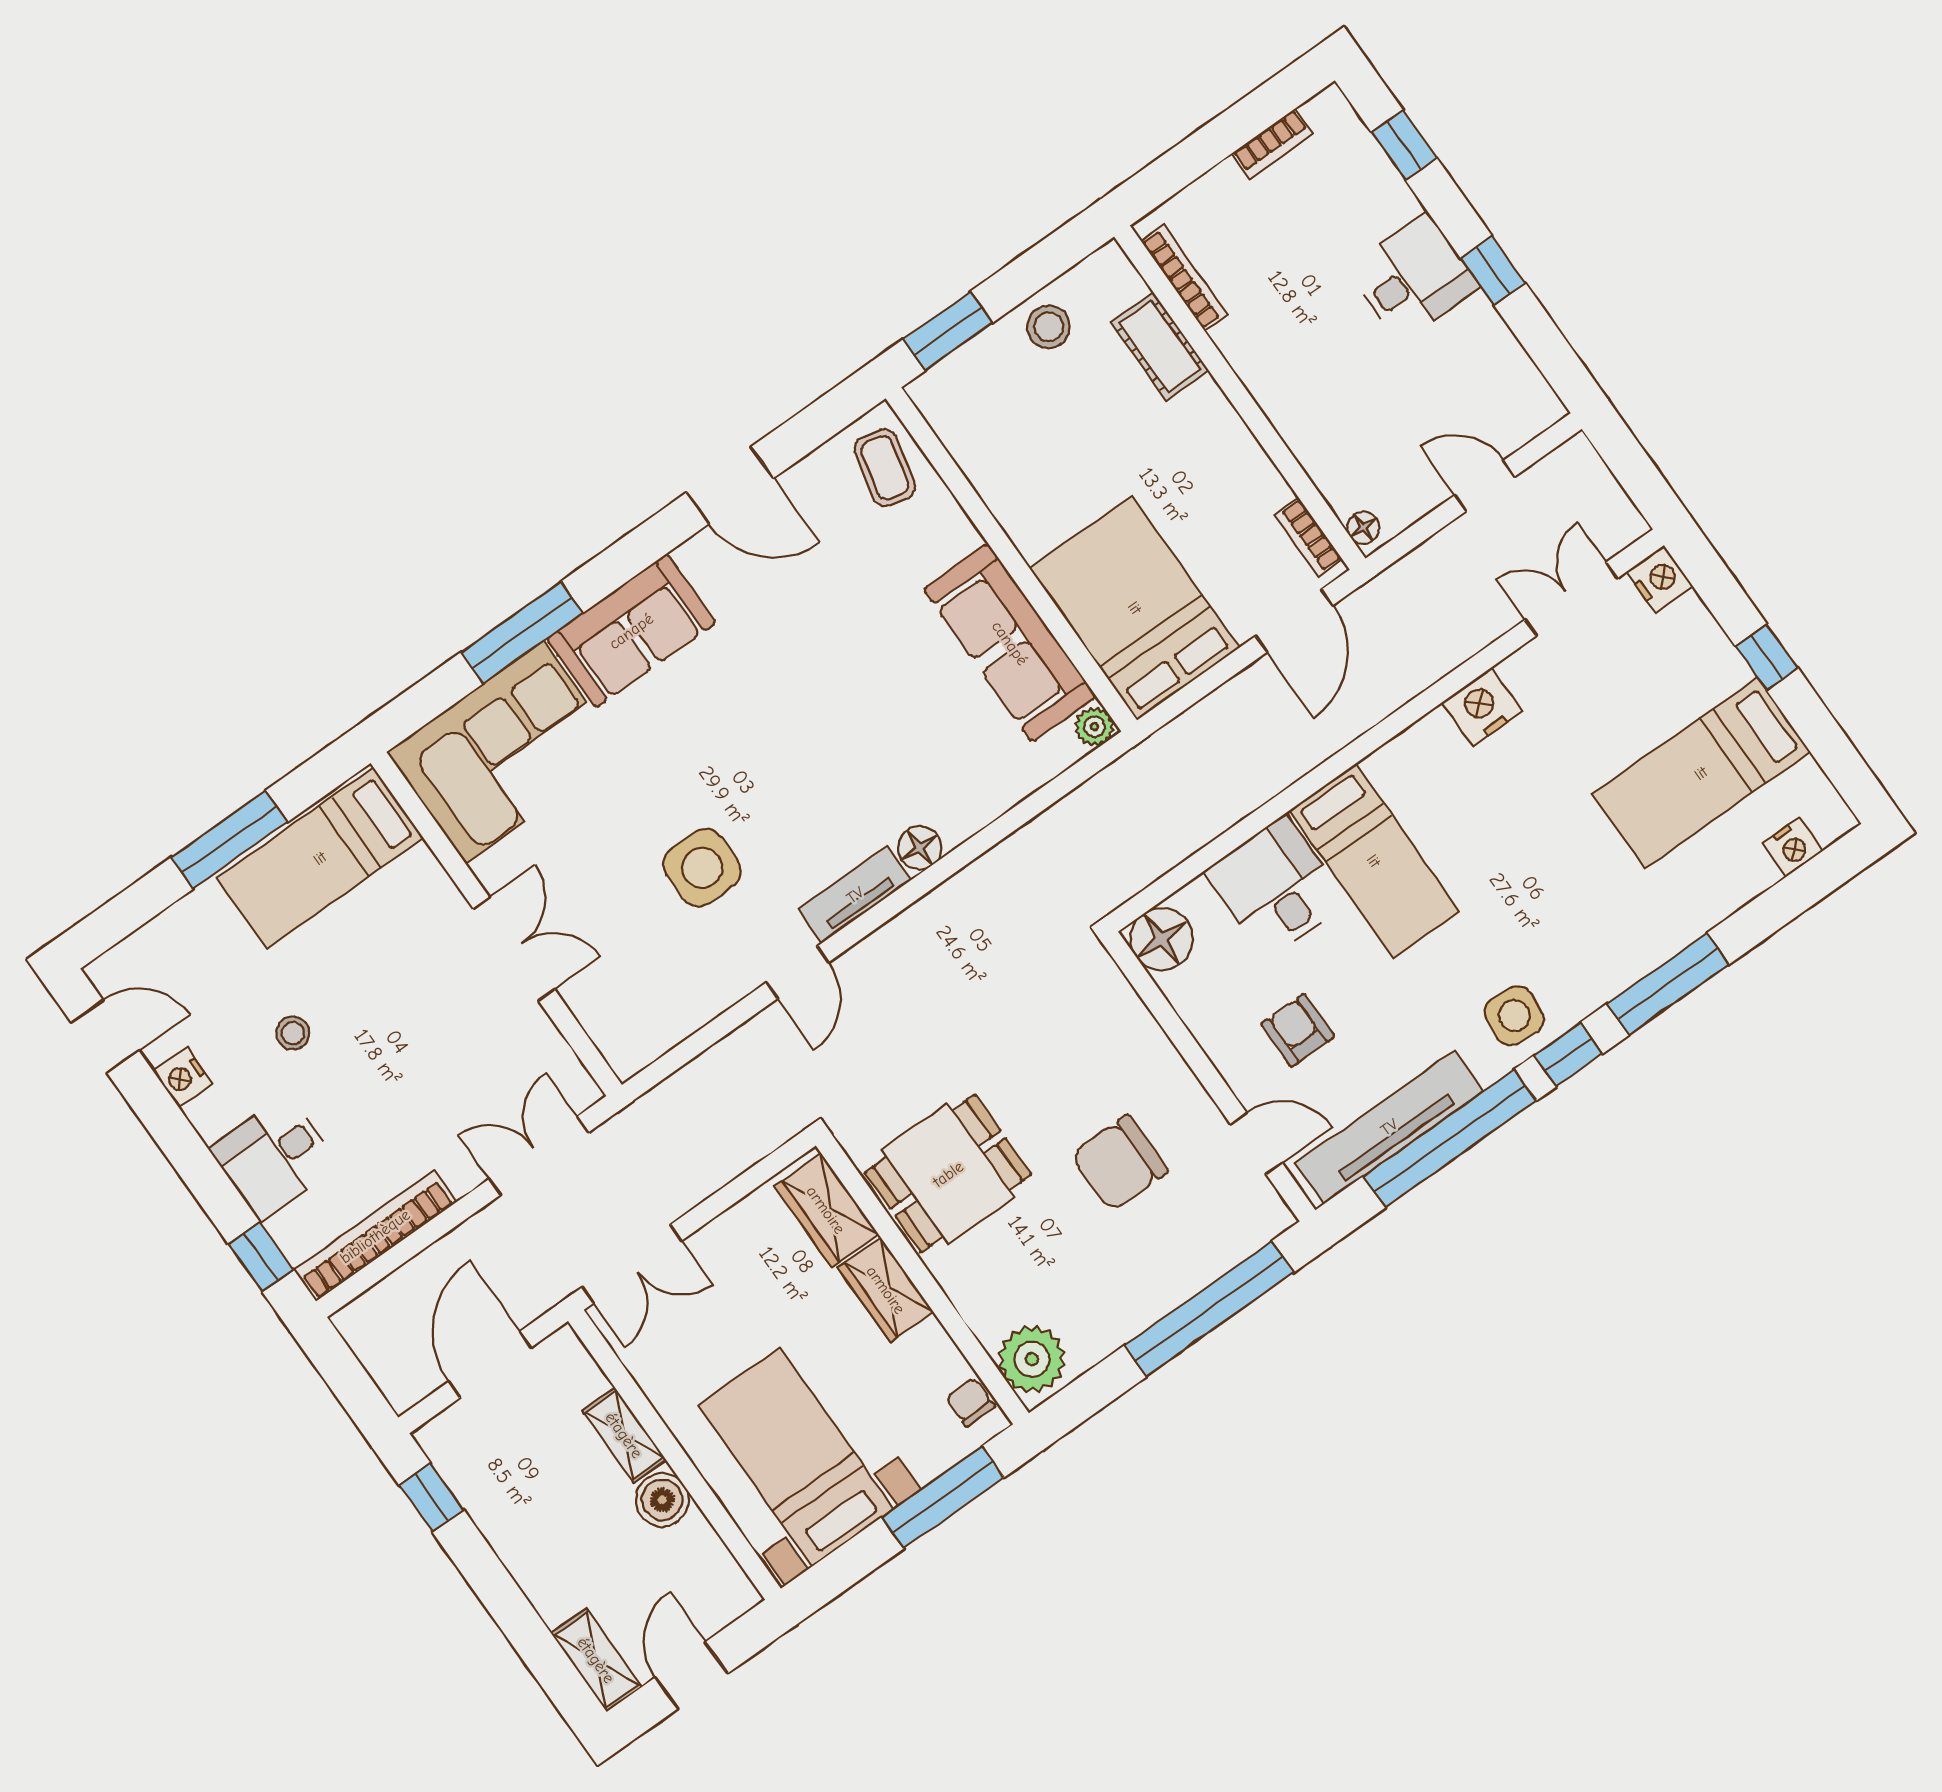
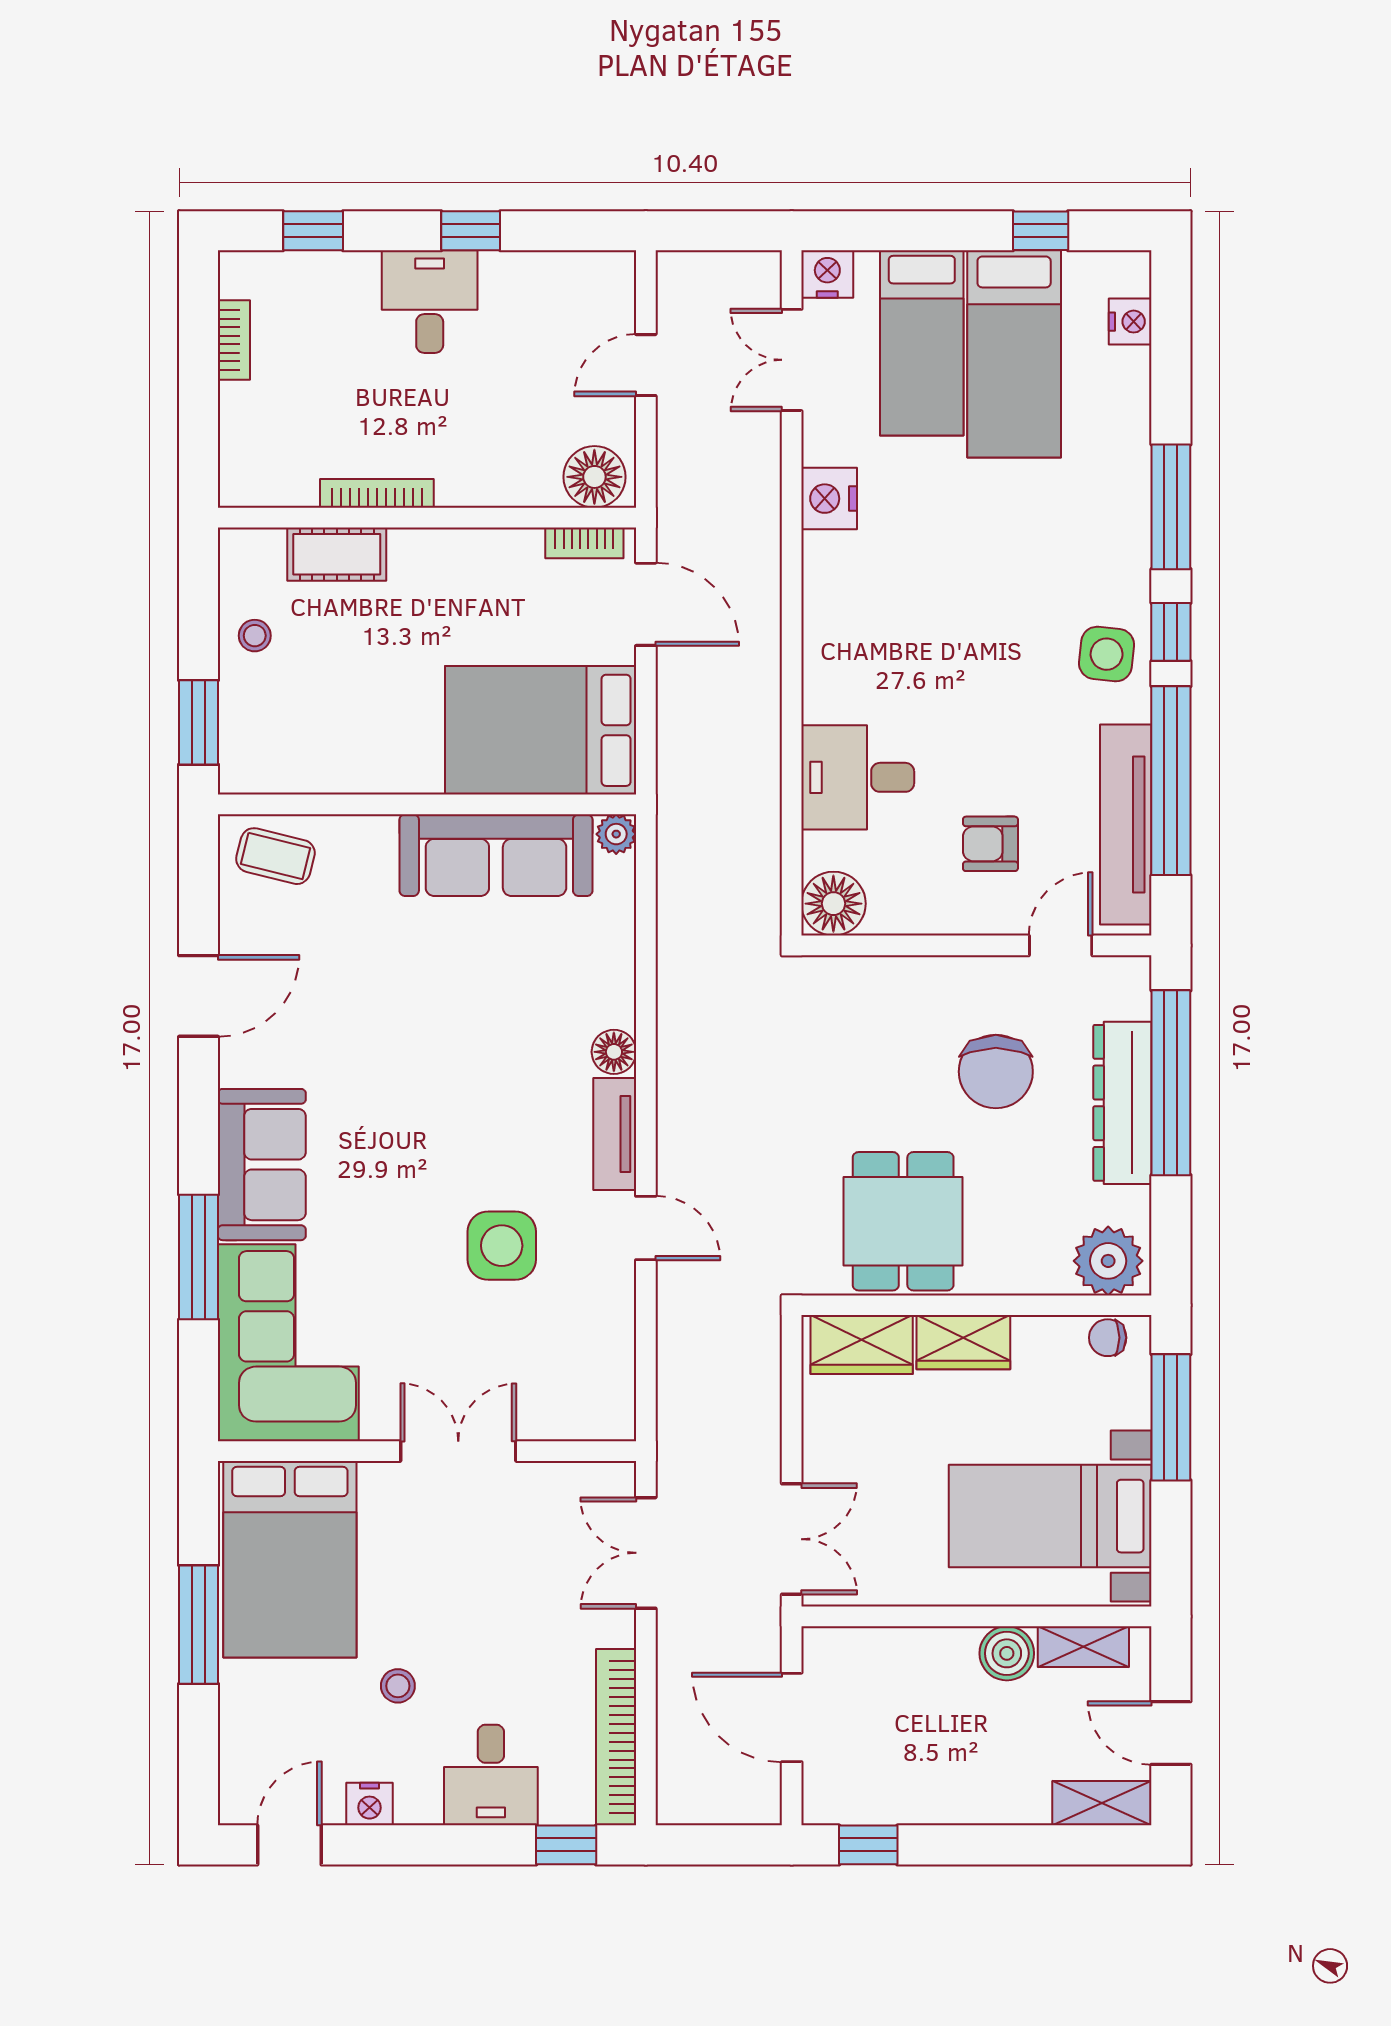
bookcase: (1184, 278) -> (377, 493), moved
stool: (1049, 327) -> (255, 636), width x0.73, depth x0.73
floor lamp: (1363, 528) -> (594, 477), width x1.89, depth x1.89
window: (1767, 657) -> (1041, 231), moved
bed: (320, 858) -> (290, 1559), width x1.50
bed: (1374, 861) -> (922, 343), moved, turned 90
dresser: (1166, 1282) -> (1122, 1103), added
shelving: (624, 1435) -> (1083, 1647), moved

